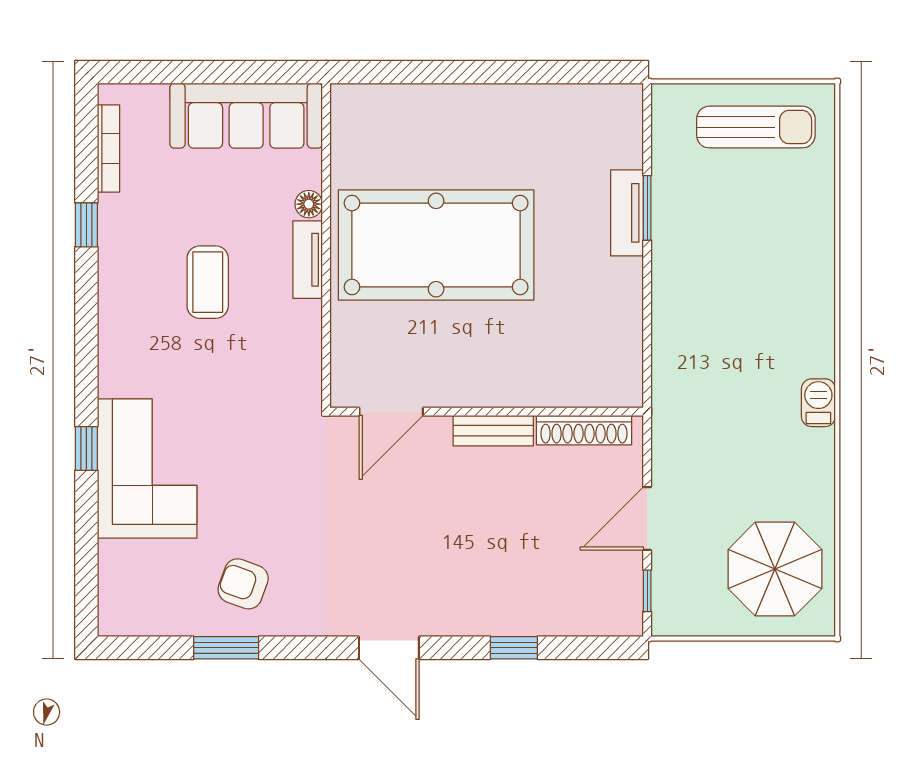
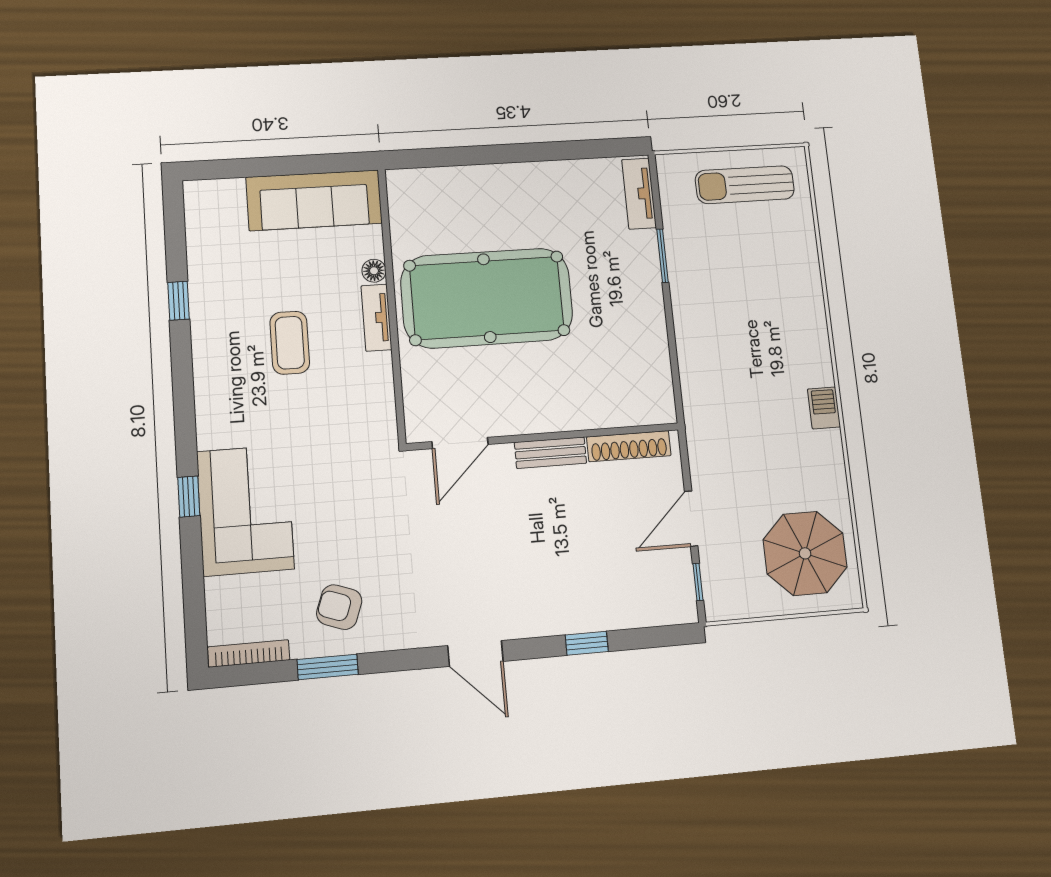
sun lounger: (756, 127) -> (745, 185), turned 180
bookcase: (109, 149) -> (249, 653), moved, turned -90
tv unit: (627, 213) -> (639, 194), moved

